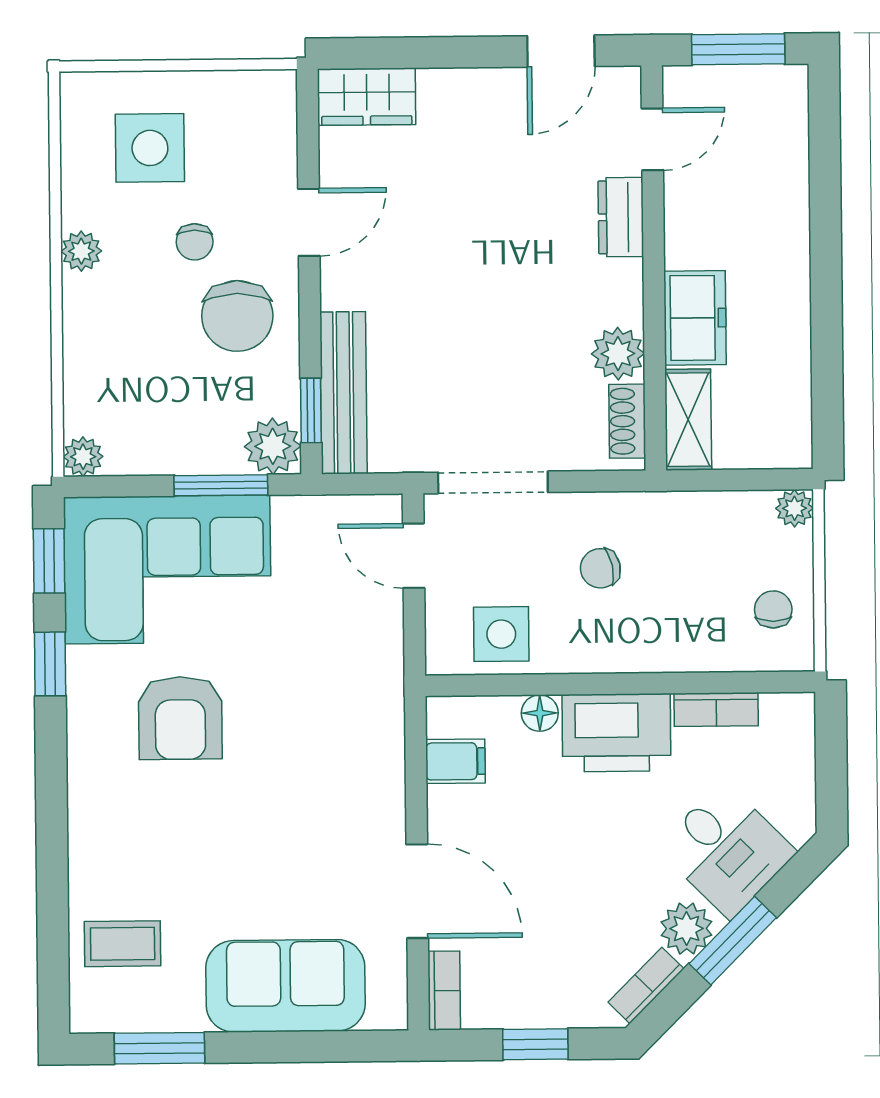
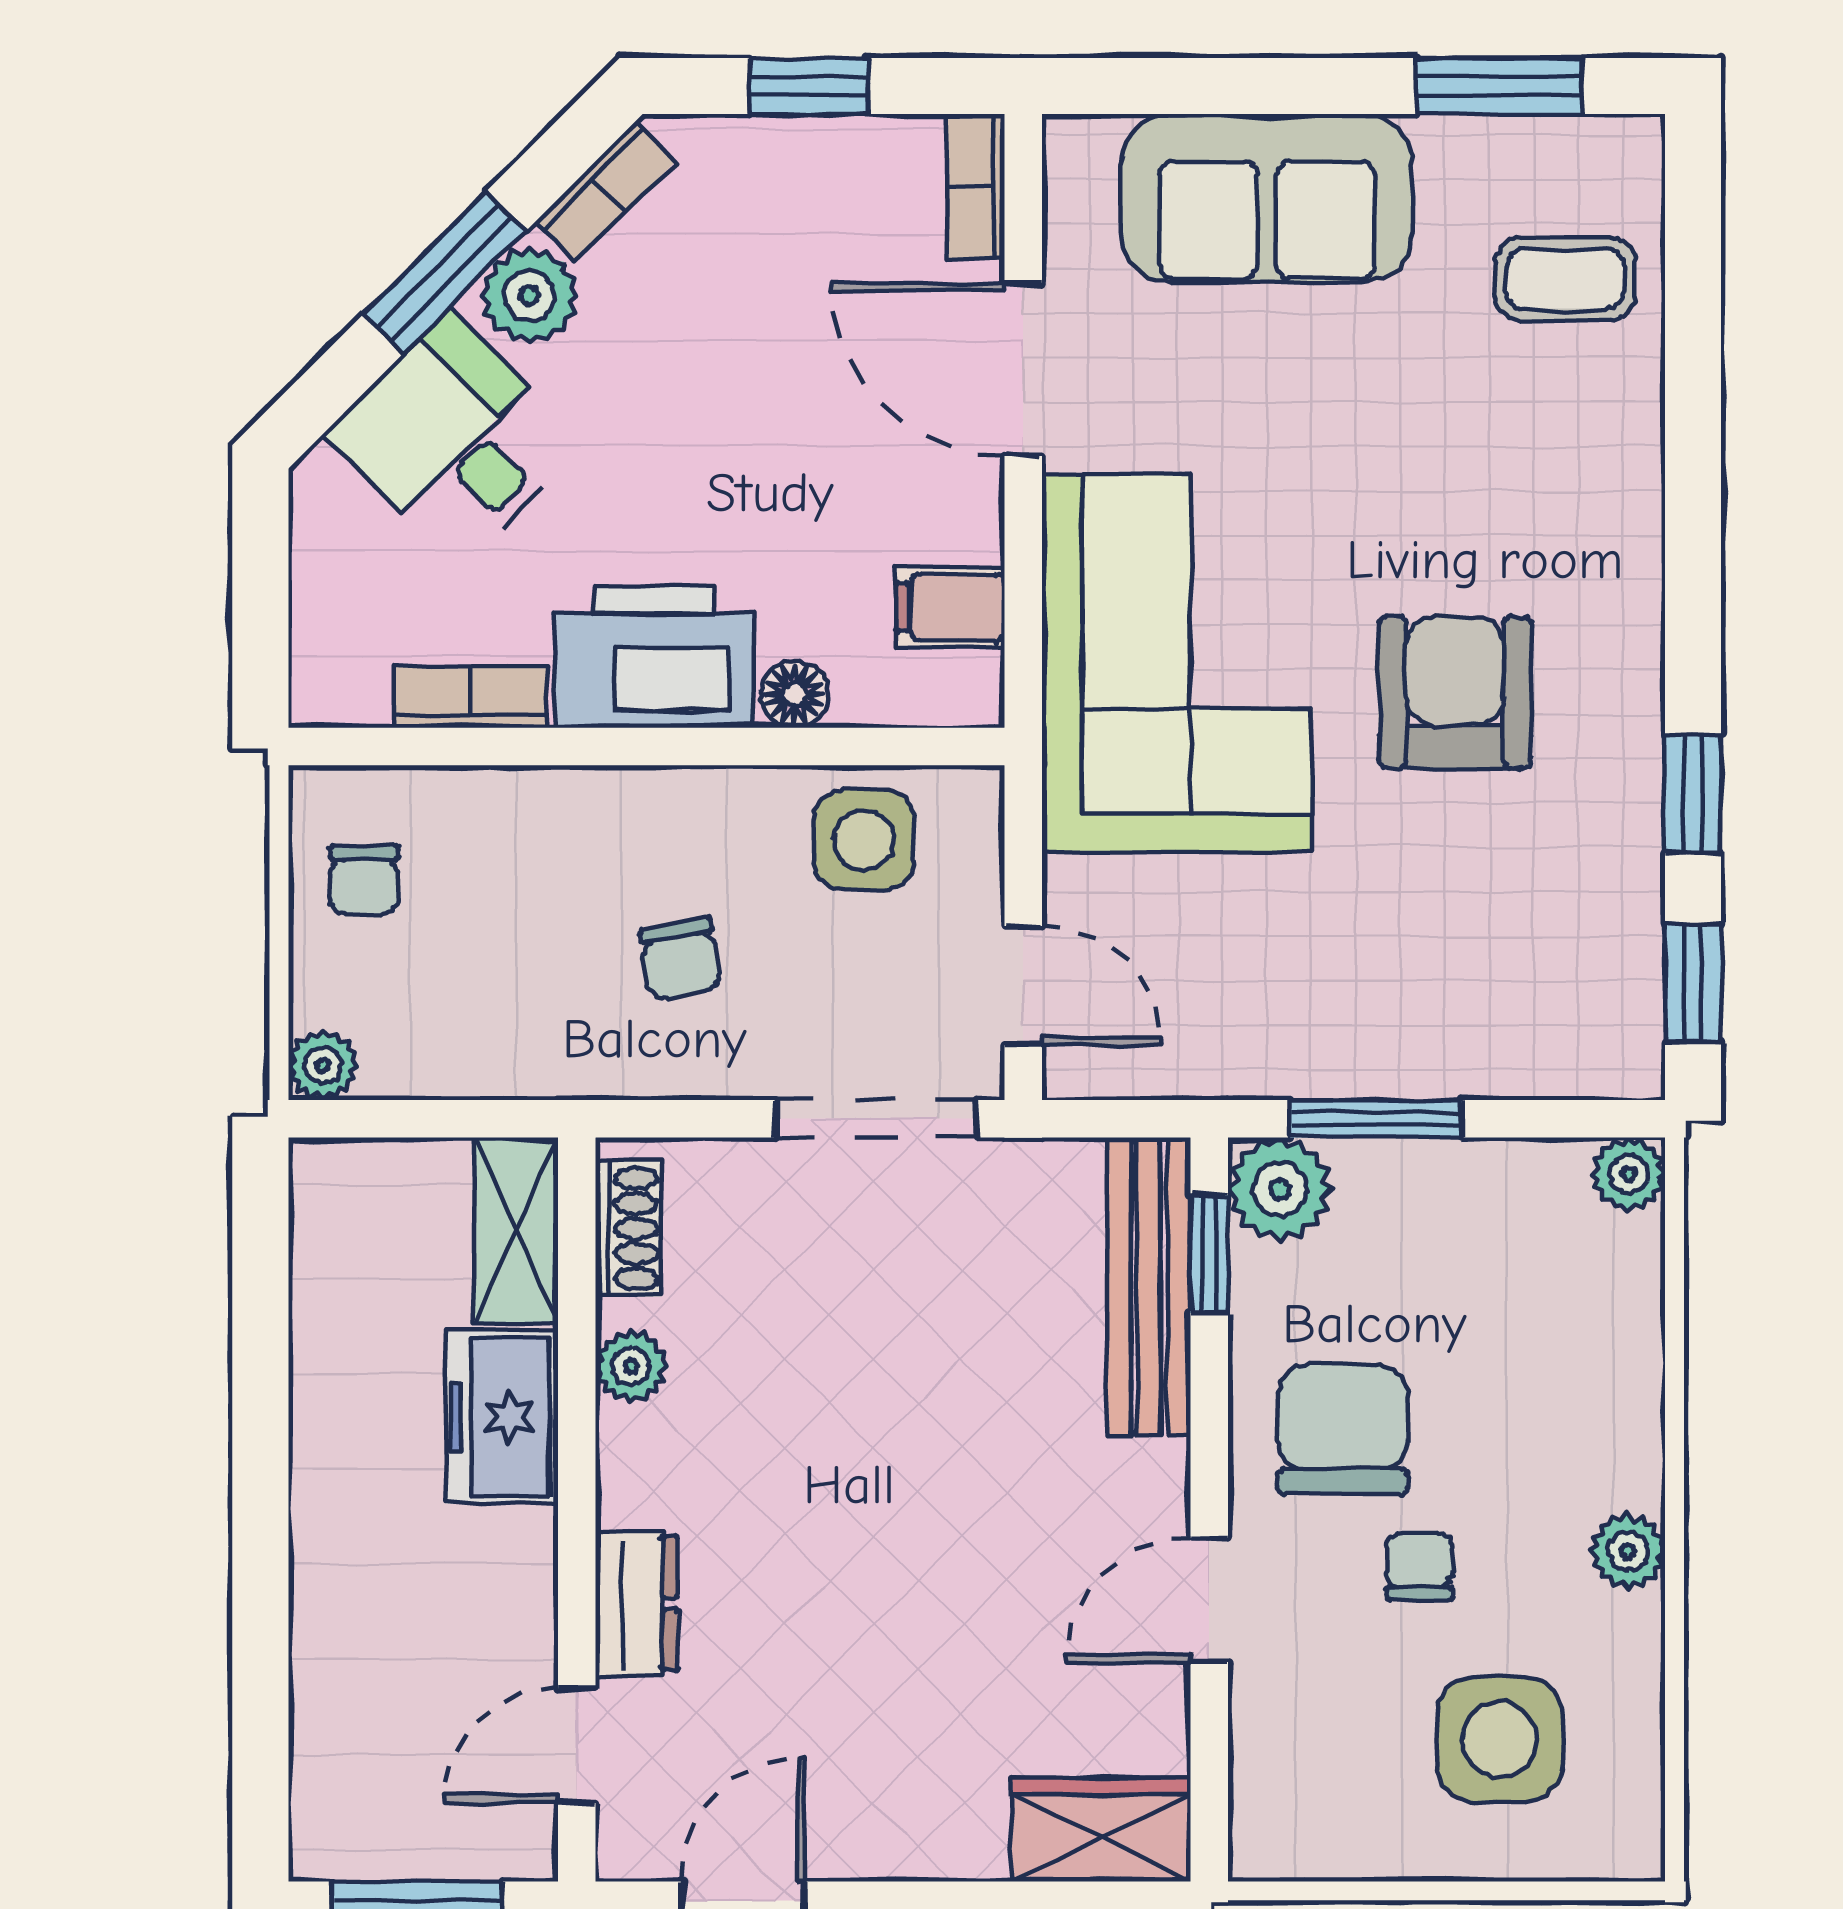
plant: (618, 354) -> (631, 1366), width x0.73, depth x0.73
chair: (600, 568) -> (681, 959), turned 92
corner sofa: (167, 570) -> (1177, 663), moved, turned 90

